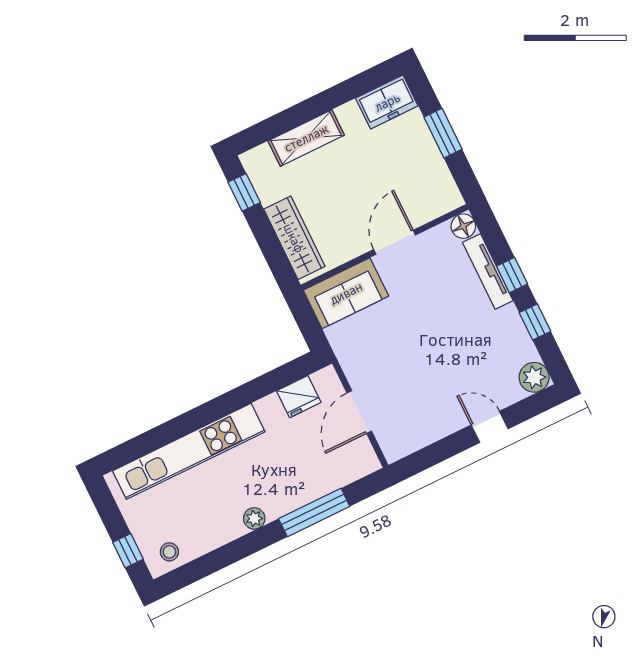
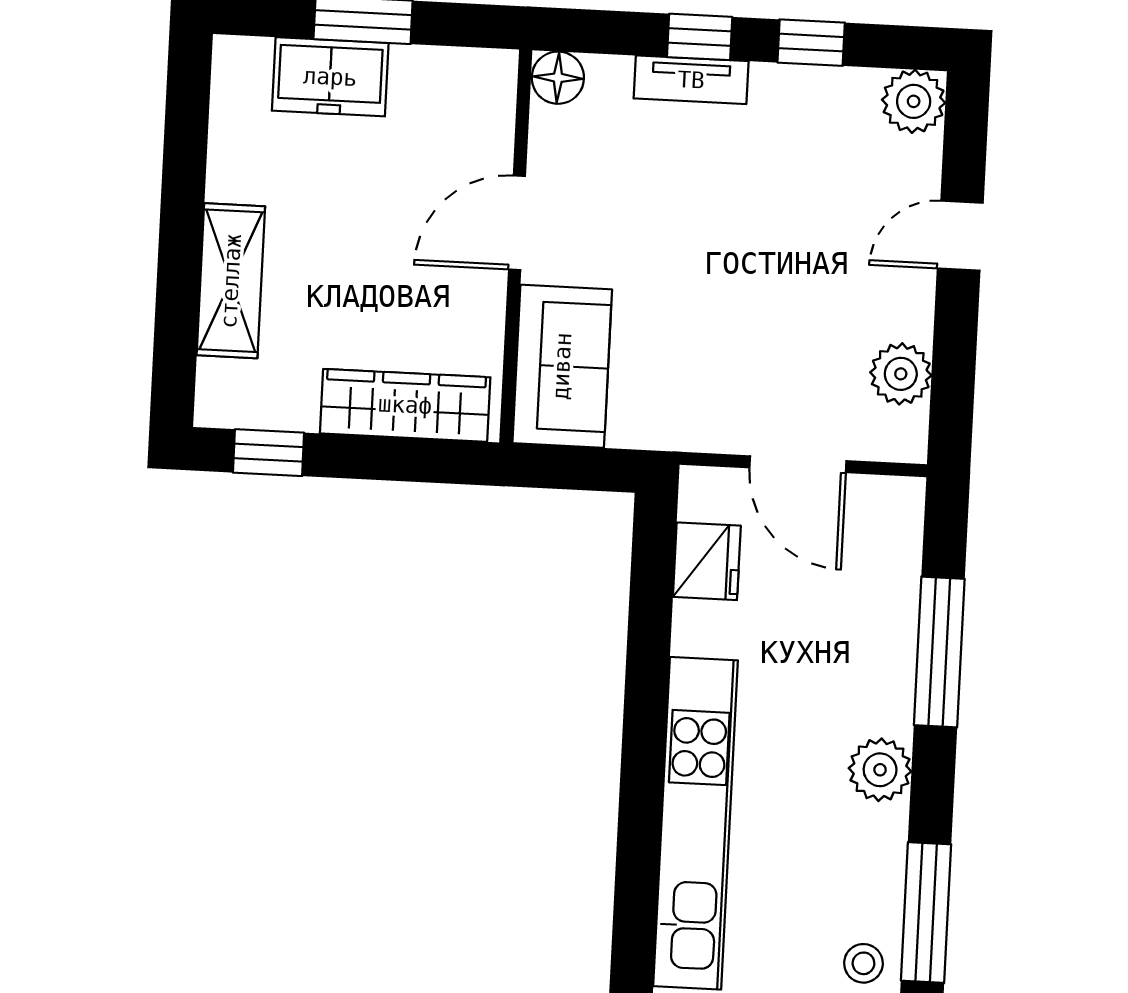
freezer: (387, 102) -> (330, 77), moved, turned 90
door: (395, 242) -> (517, 223), hinge flipped
tv unit: (488, 271) -> (691, 80), width x0.71
plant: (420, 434) -> (901, 374), added
plant: (254, 518) -> (880, 770), width x1.38, depth x1.38
window: (204, 566) -> (926, 912), added

